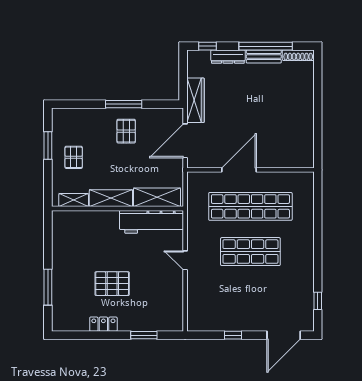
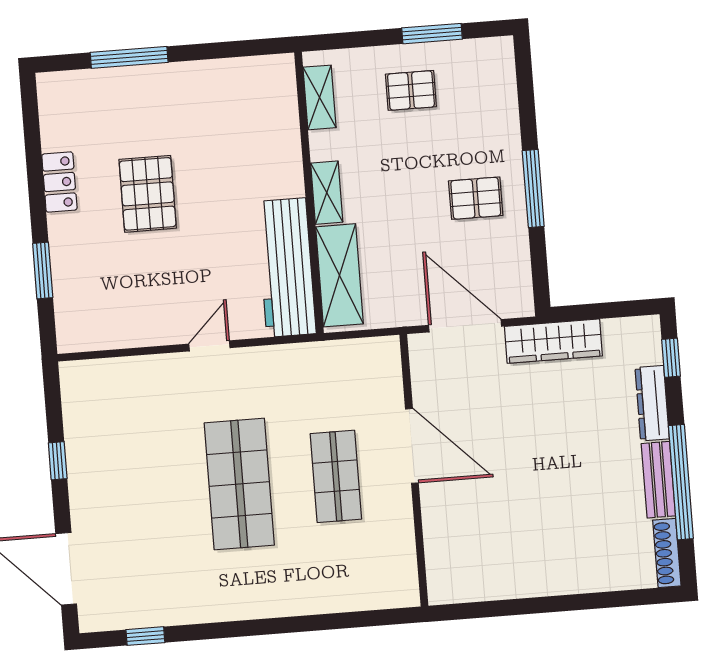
shelving: (111, 198) -> (327, 193), width x0.67, depth x0.75
shop shelf: (250, 206) -> (336, 476), width x0.50, depth x0.74

